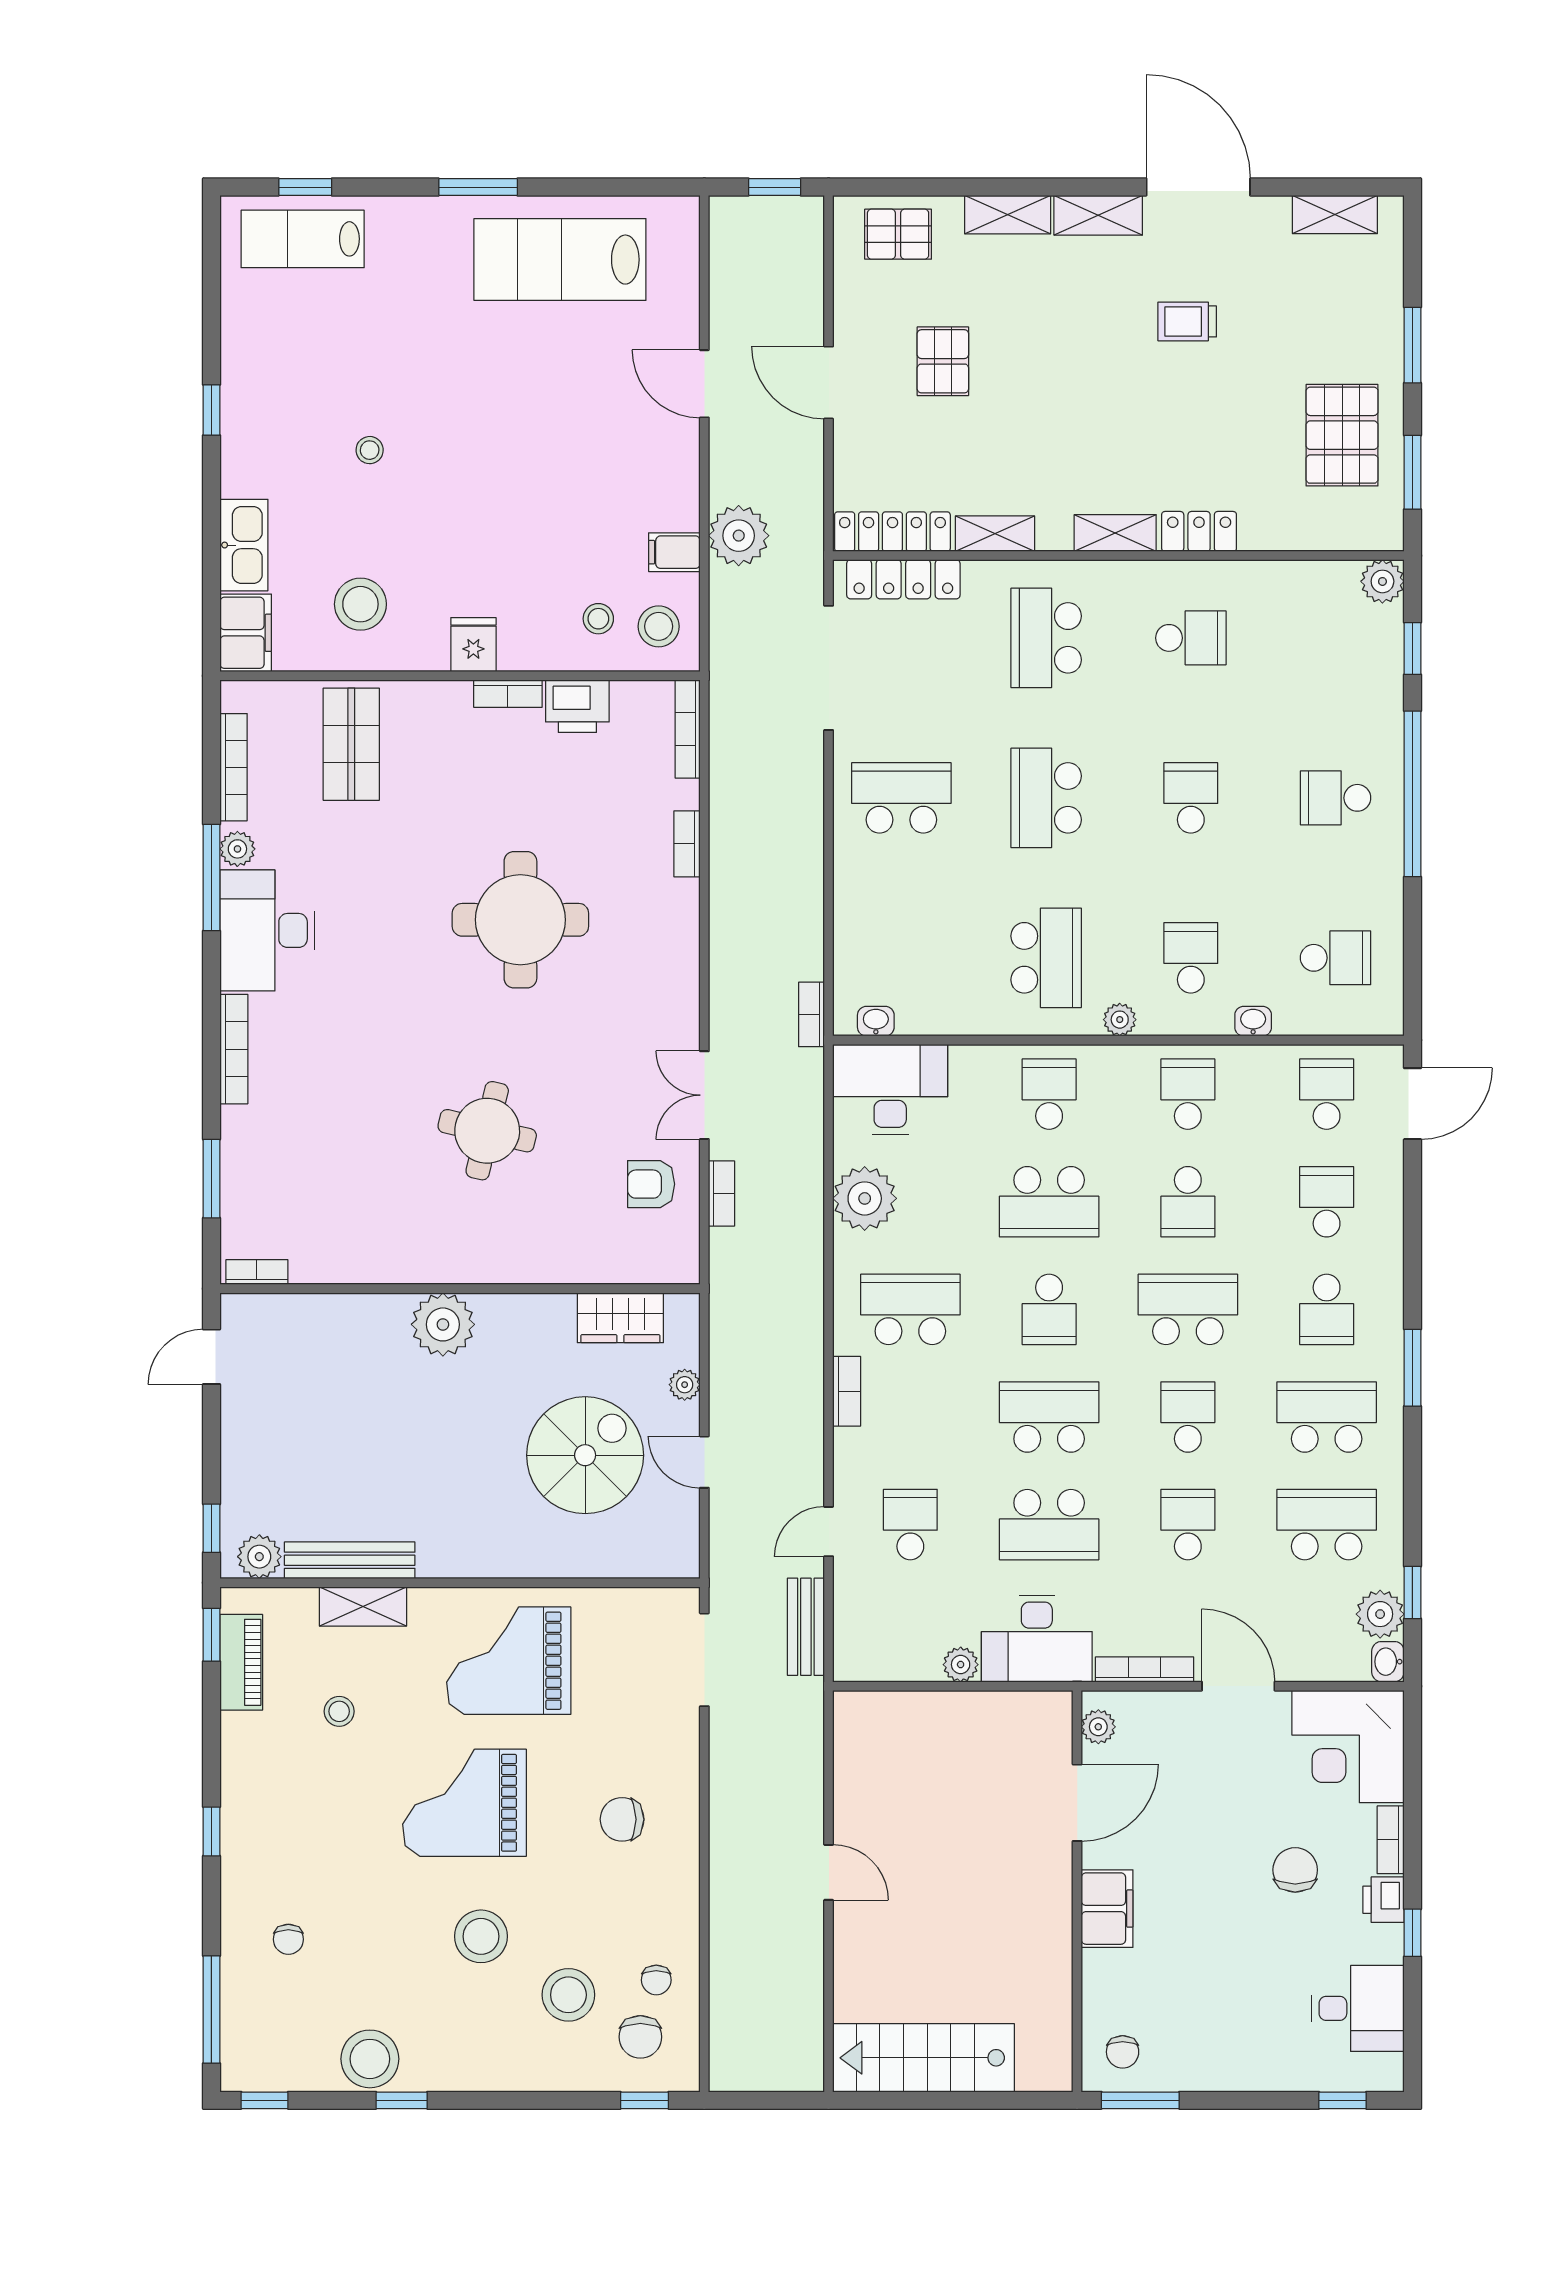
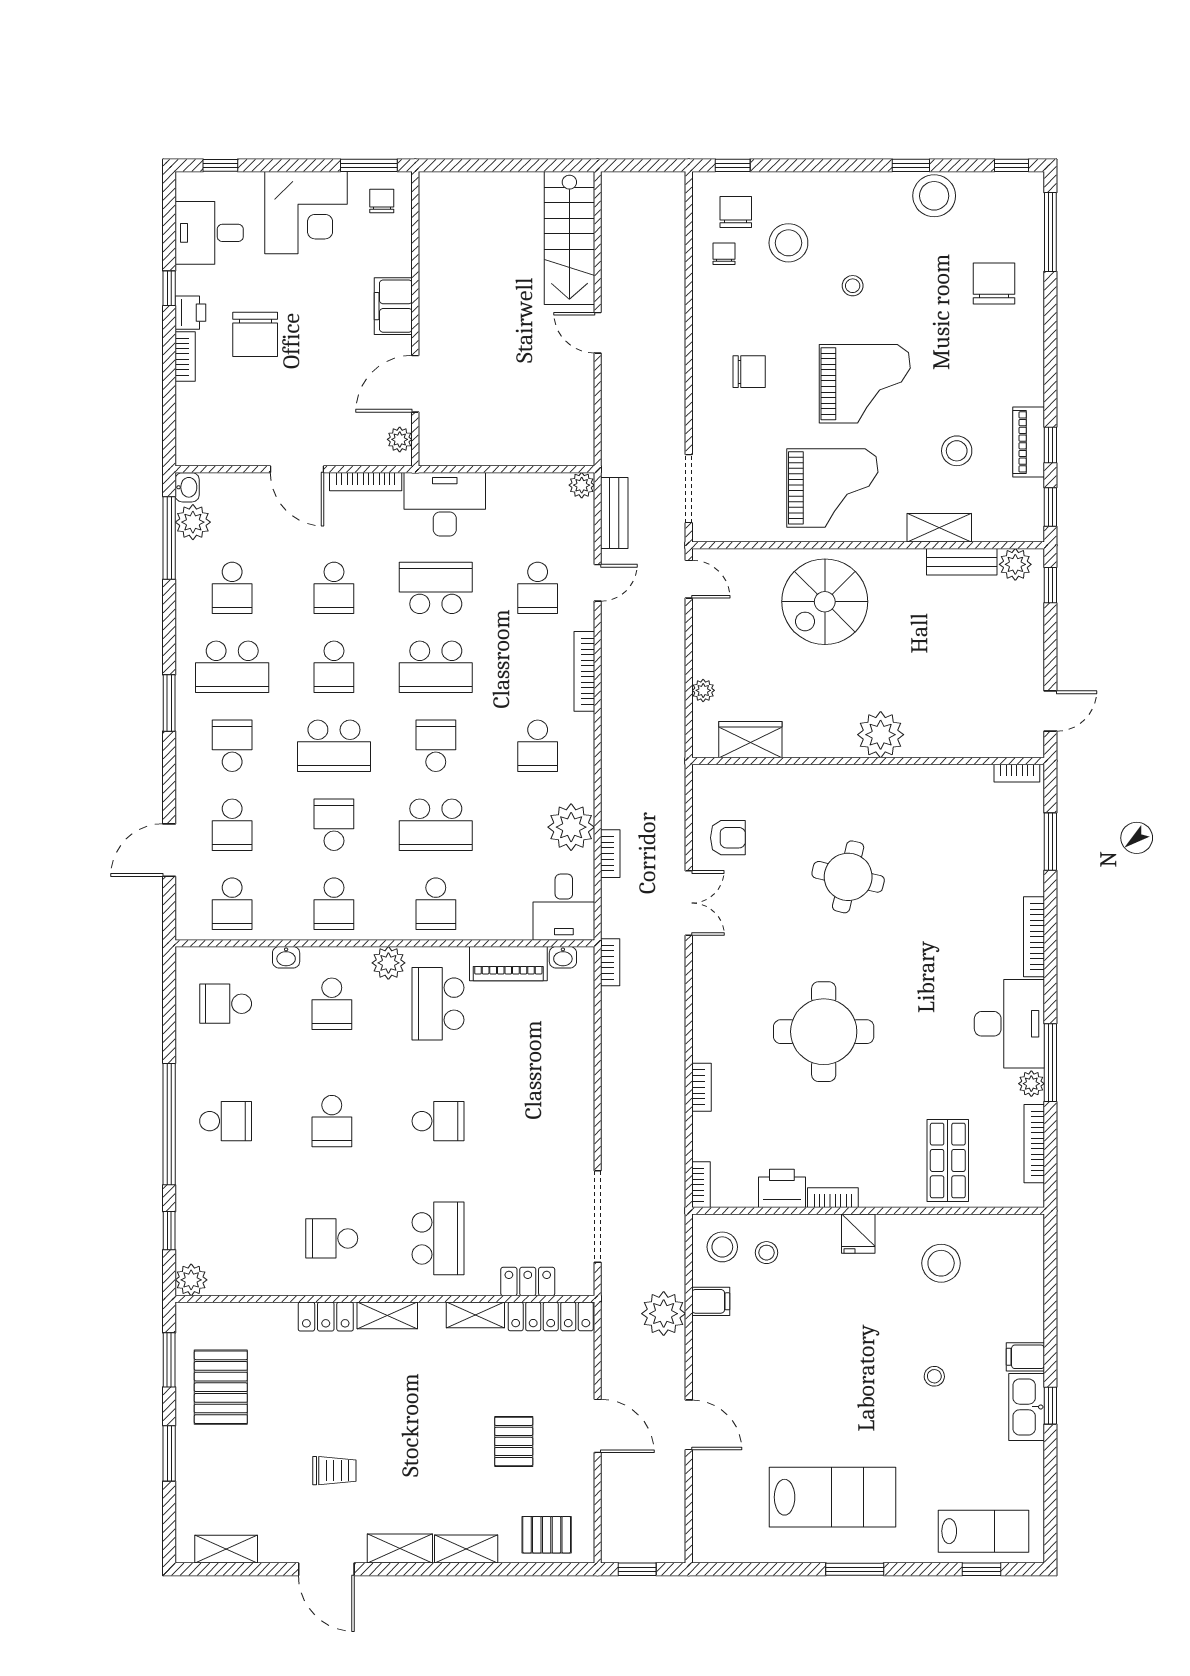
door: (1198, 187) -> (326, 1569), width x0.73
lab bench: (560, 260) -> (833, 1497), moved
kitchen sink: (244, 545) -> (1027, 1407), moved
locker: (903, 579) -> (528, 1281), width x0.66
filing cabinet: (246, 633) -> (1025, 1357), moved, width x0.50
bookcase: (688, 729) -> (701, 1185), width x0.64
school desk: (901, 798) -> (544, 1121), removed
school desk: (1046, 798) -> (438, 1121), width x0.54
piano: (950, 1012) -> (508, 964), added
plant: (1120, 1020) -> (388, 963), width x1.38, depth x1.38
desk: (890, 1089) -> (564, 907), width x0.73
door: (1412, 1104) -> (169, 850), moved
bookcase: (722, 1194) -> (610, 854), moved, turned 180
school desk: (1049, 1202) -> (436, 825), turned 180
school desk: (910, 1309) -> (538, 746), width x0.54
bookcase: (847, 1391) -> (584, 671), width x1.56
spiral stairs: (585, 1455) -> (825, 602), moved
door: (704, 1462) -> (689, 579), moved
school desk: (1327, 1525) -> (232, 588), width x0.54
bench: (350, 1560) -> (962, 562), width x0.73
window: (1412, 1592) -> (169, 538), width x2.17
piano: (241, 1662) -> (1029, 442), moved
plant: (961, 1665) -> (582, 485), moved
stool: (339, 1711) -> (957, 451), width x1.37, depth x1.37
corner desk: (1348, 1746) -> (306, 213), moved, turned 90
window: (211, 1831) -> (1050, 445), moved
chair: (1295, 1870) -> (255, 334), width x1.37, depth x1.37
stool: (481, 1936) -> (853, 286), width x0.53, depth x0.53
chair: (288, 1939) -> (994, 284), width x1.87, depth x1.87
stairs: (924, 2058) -> (569, 238), moved, turned 90

